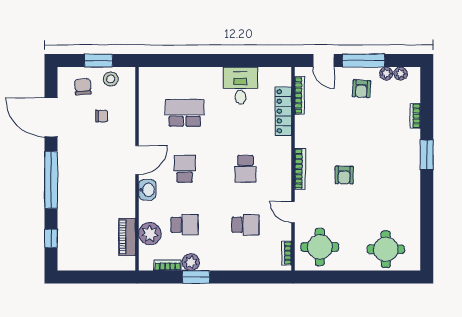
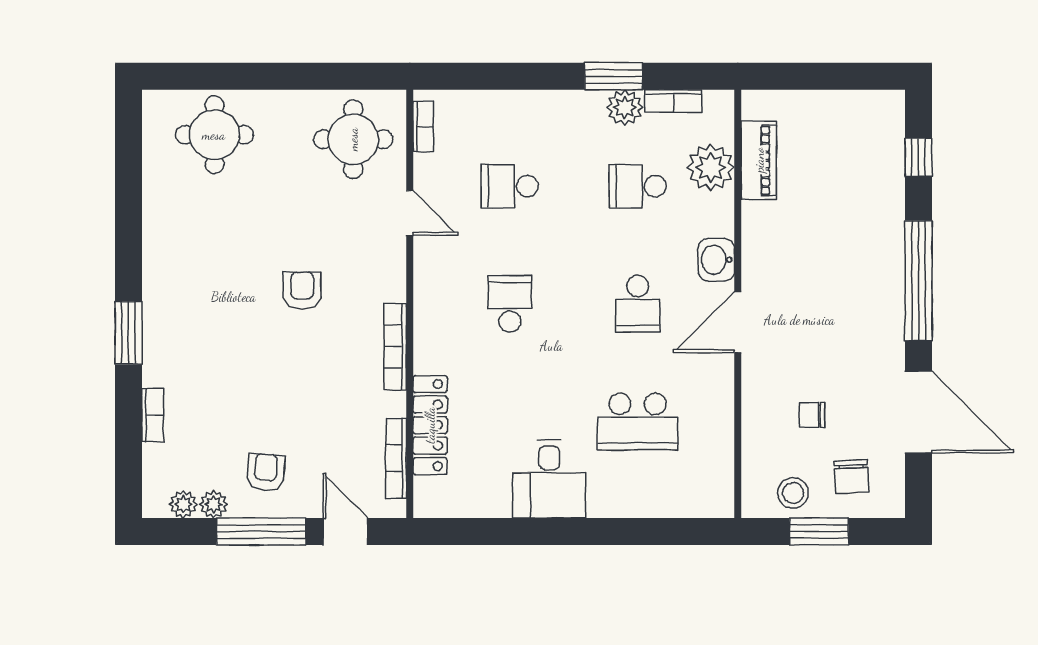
desk: (240, 86) -> (549, 479), moved
bookcase: (300, 169) -> (395, 347), moved

